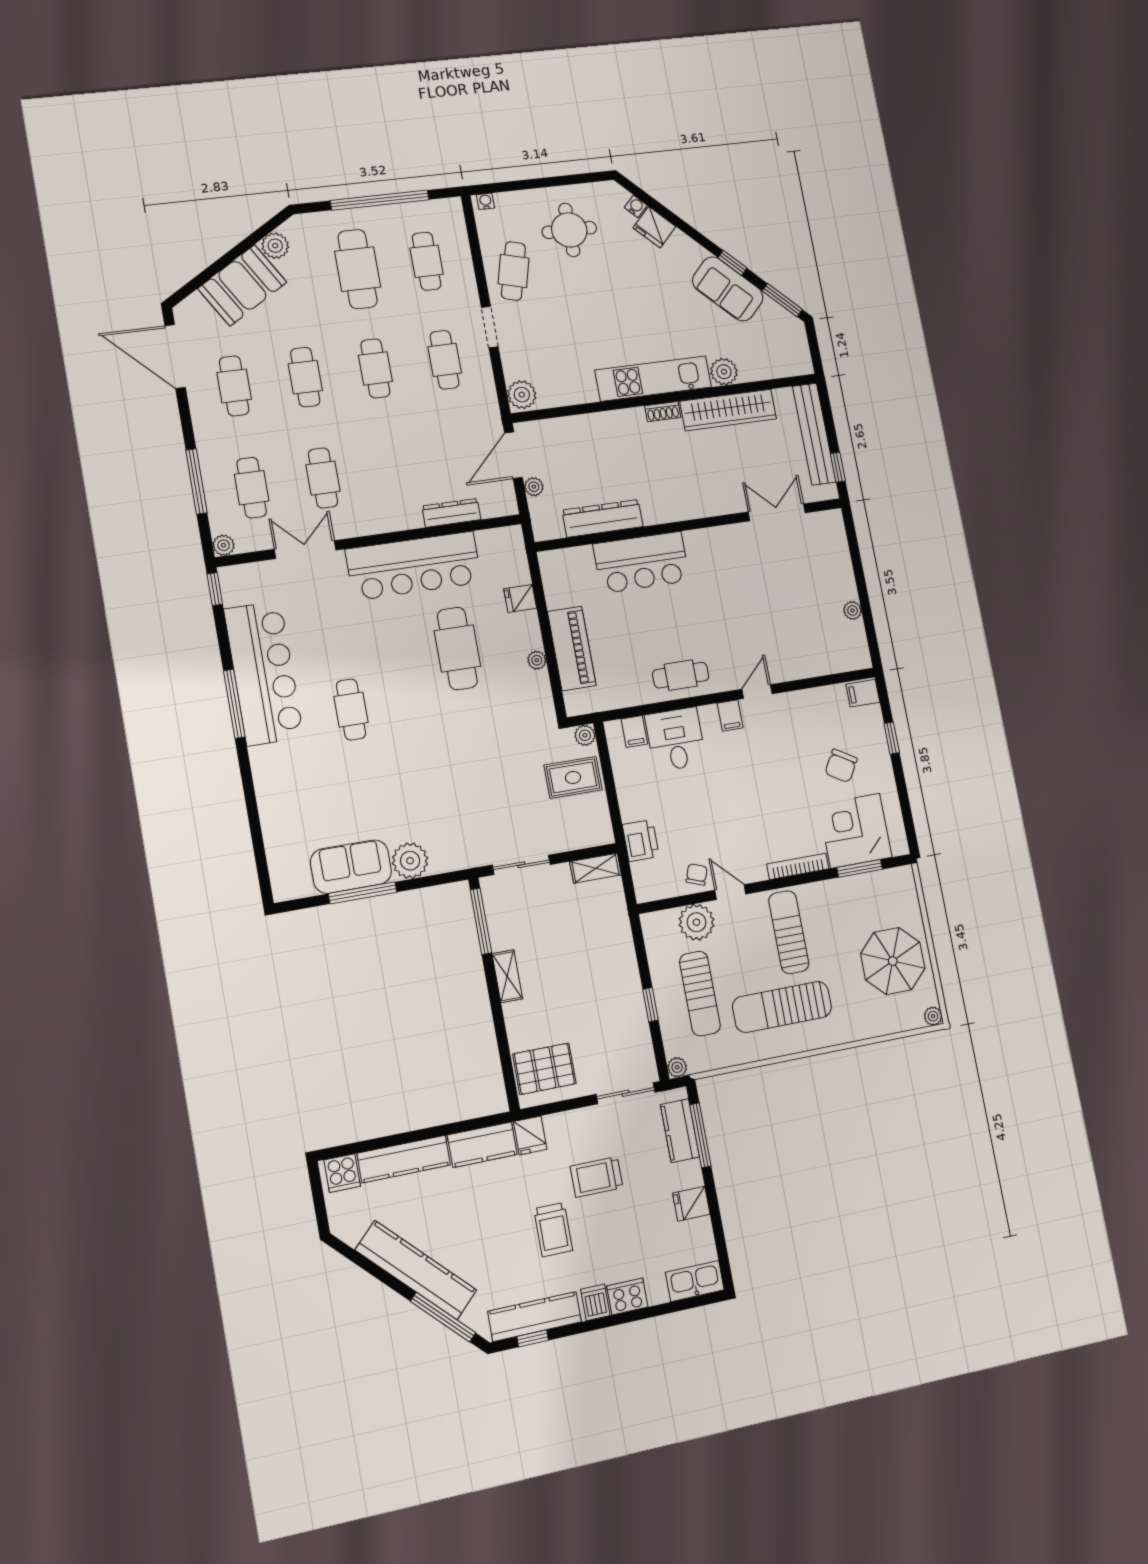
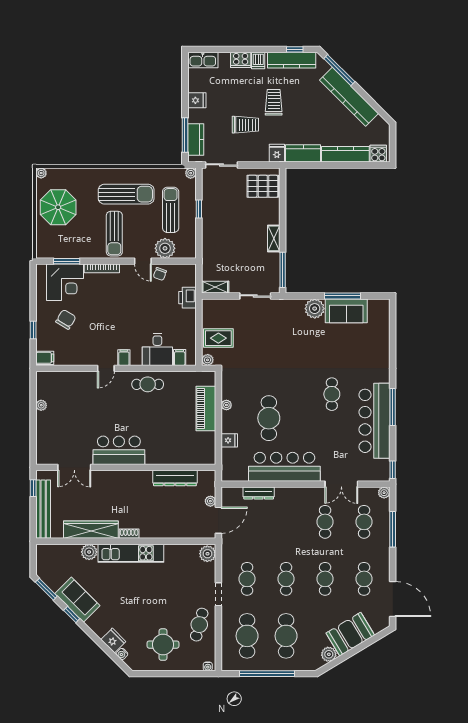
cafe table: (427, 261) -> (247, 636), width x1.37, depth x1.35
bar counter: (641, 562) -> (119, 450), moved

